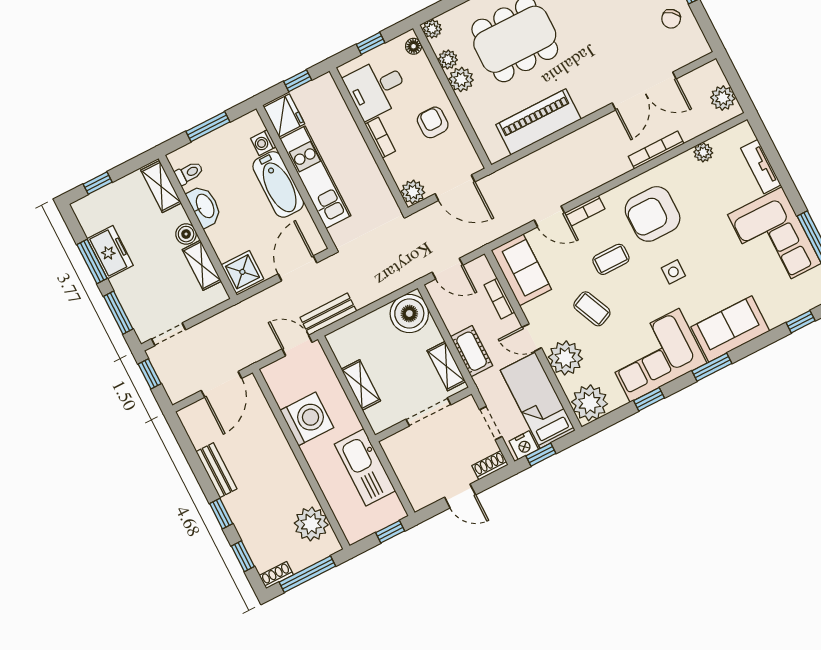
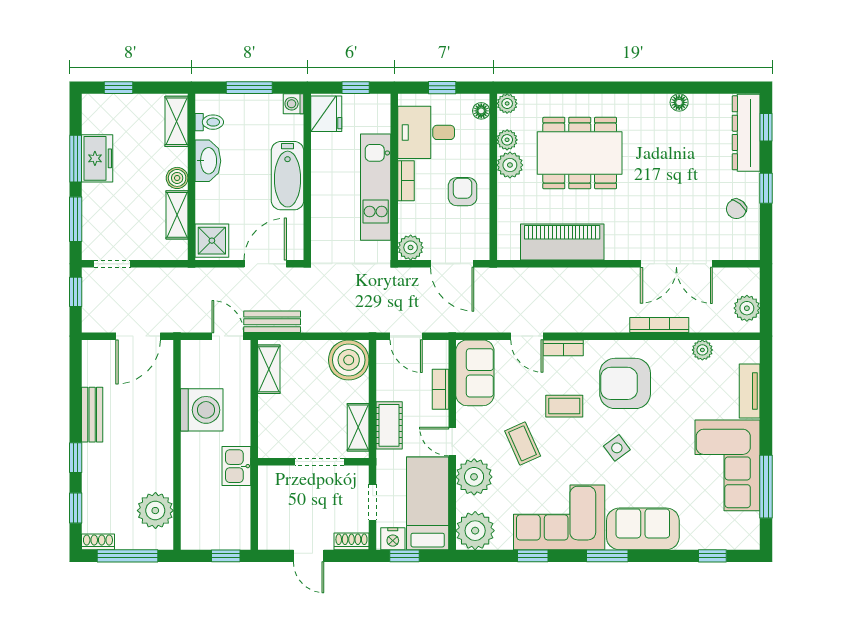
washing machine: (263, 143) -> (294, 104), moved
kitchen unit: (315, 177) -> (376, 187), moved, turned 180
side table: (673, 272) -> (617, 448), turned -37
shelving: (361, 385) -> (269, 369), moved
kitchen sink: (365, 467) -> (236, 466), width x0.53, depth x0.81

